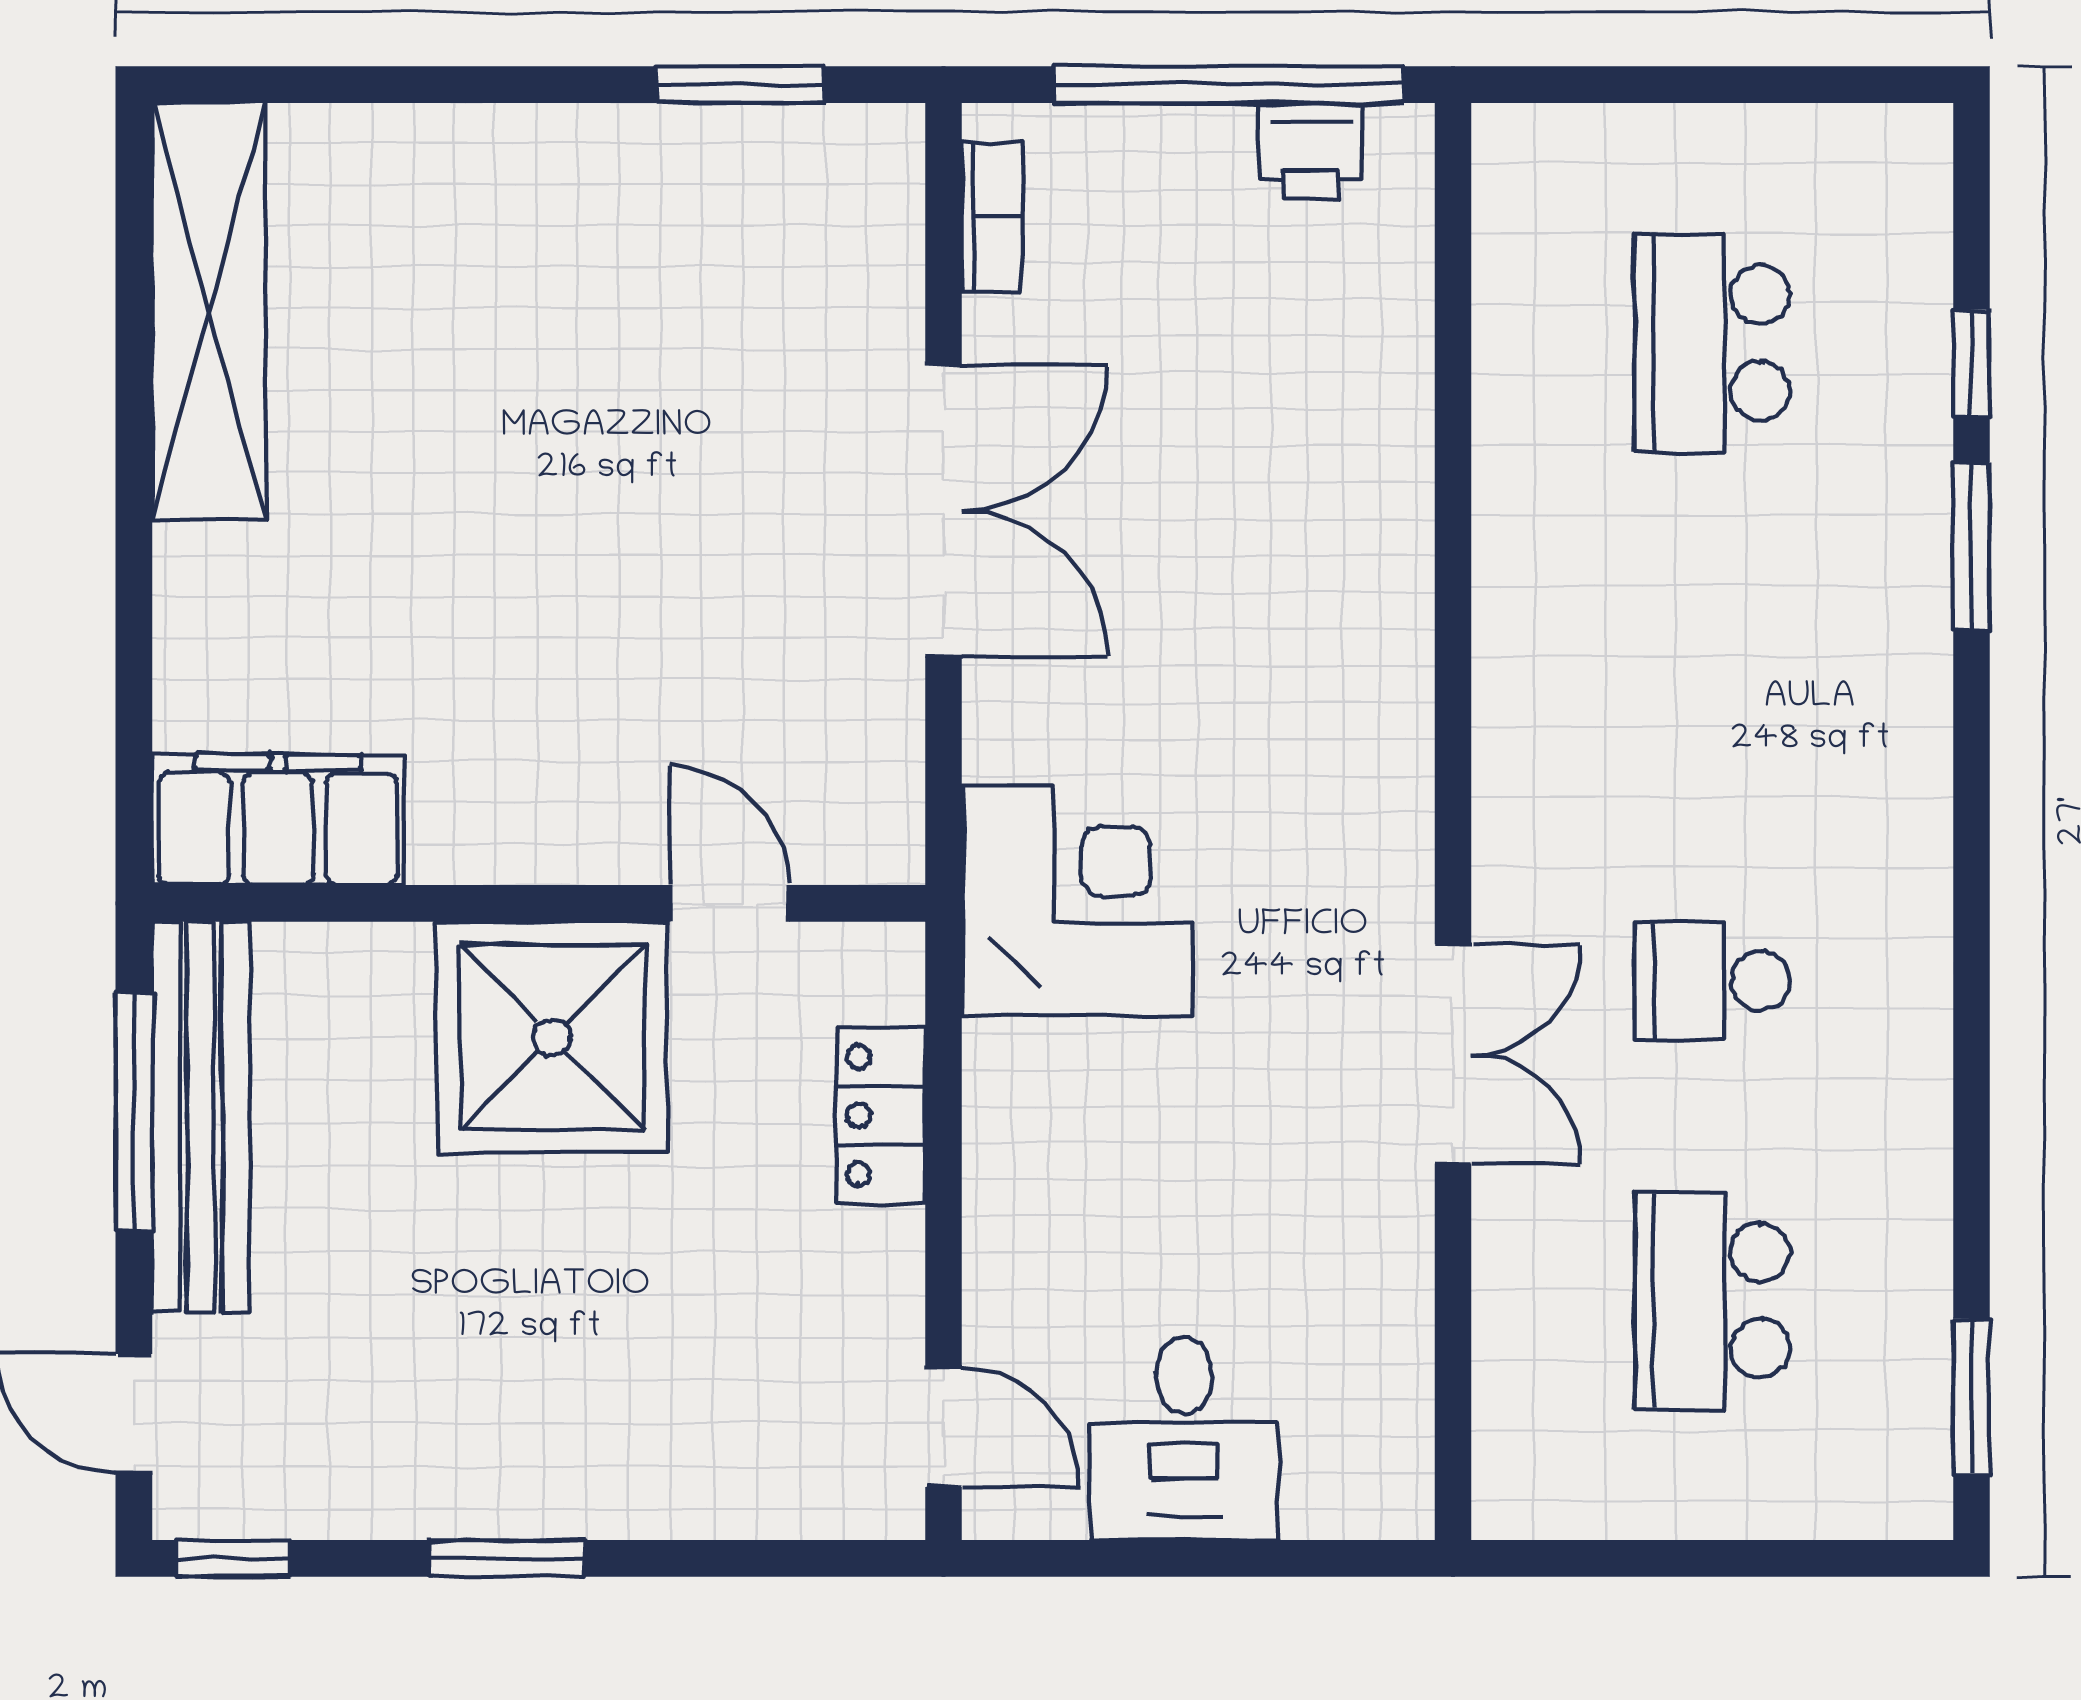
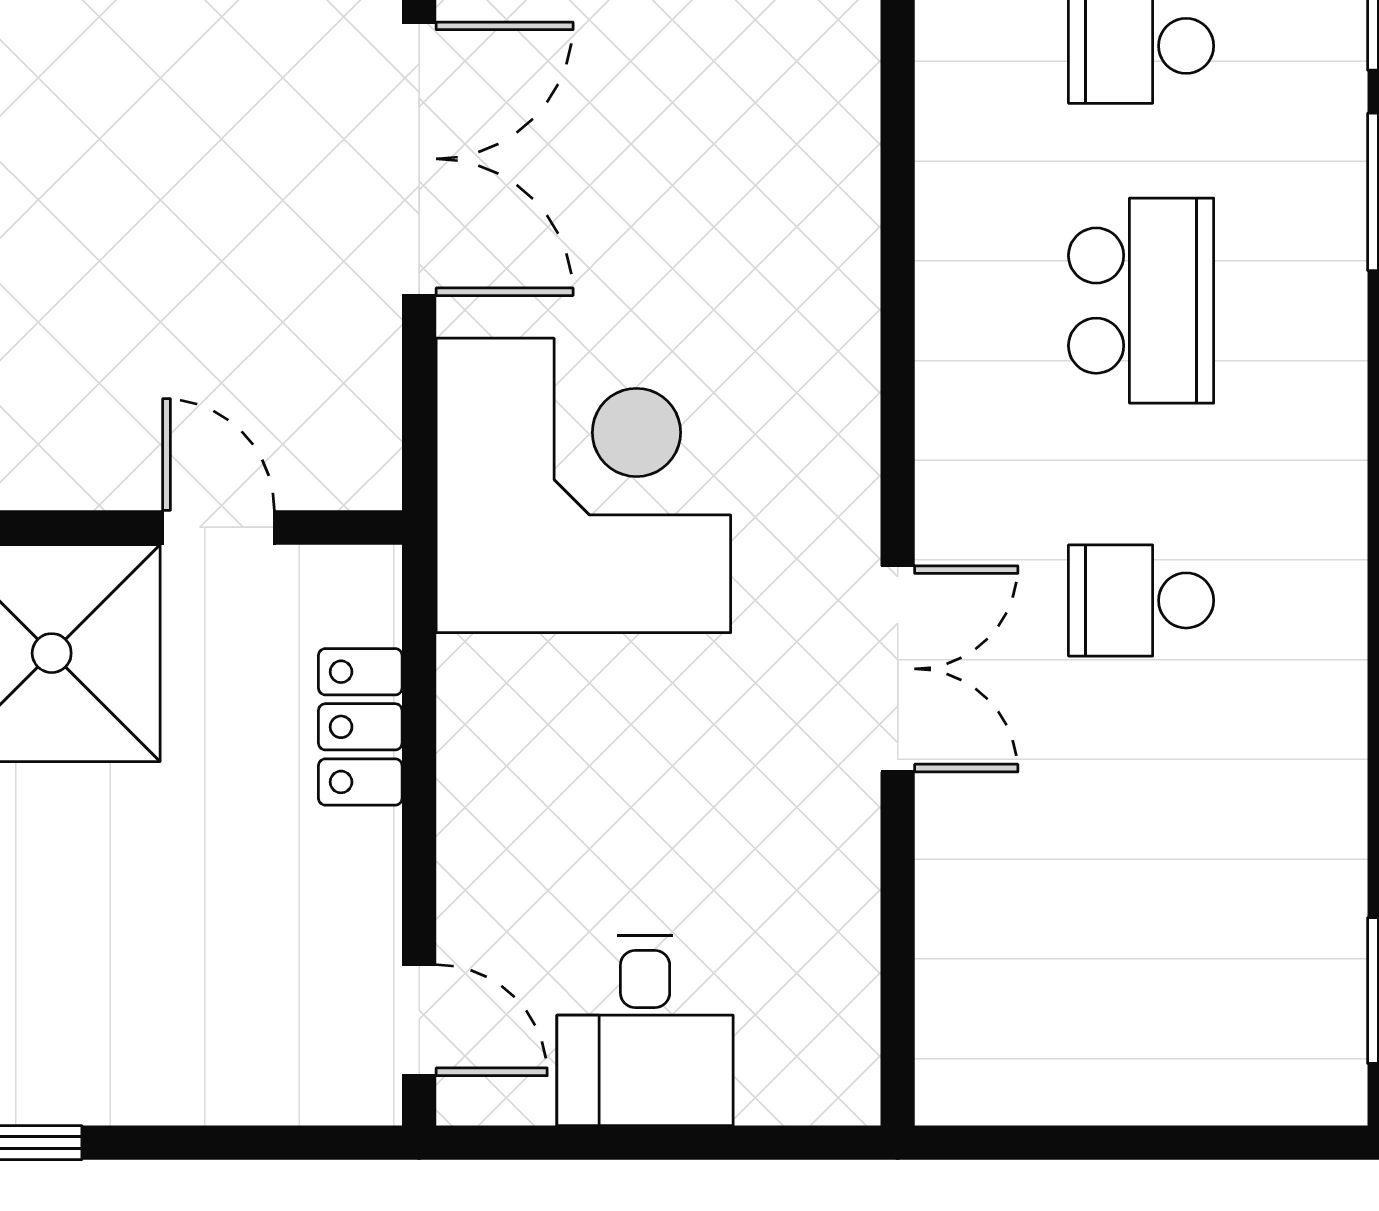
corner desk: (1077, 900) -> (583, 485), width x1.36, depth x1.36
school desk: (1712, 1300) -> (1141, 301), moved, turned 180

